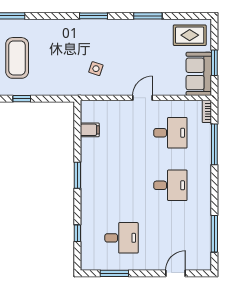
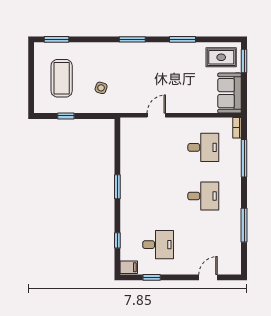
window: (214, 63) -> (244, 61), moved
side table: (96, 69) -> (101, 88), moved
door: (143, 98) -> (156, 115), moved
filing cabinet: (90, 130) -> (129, 267), moved
window: (214, 234) -> (244, 225), moved
window: (114, 273) -> (152, 277), width x0.67

